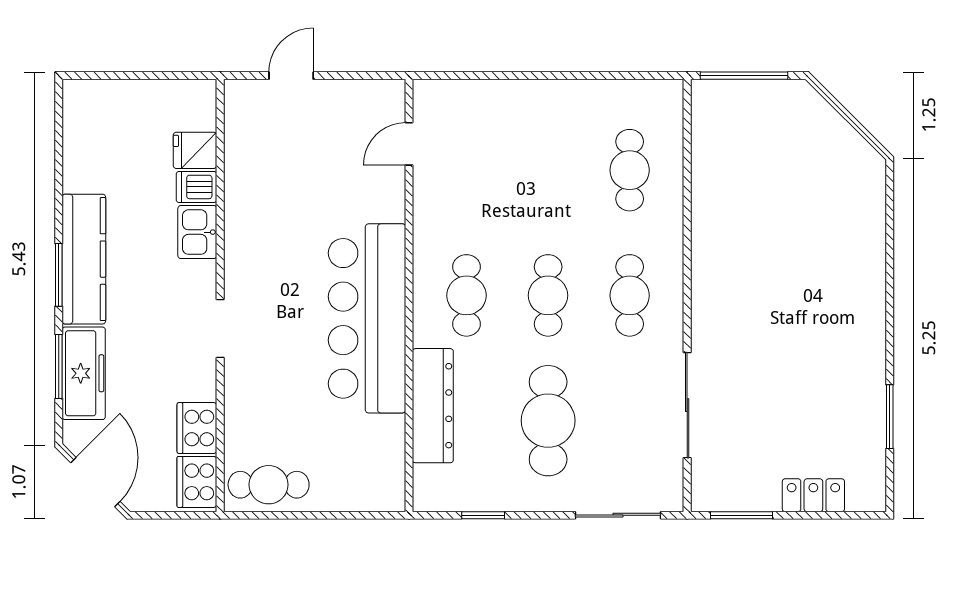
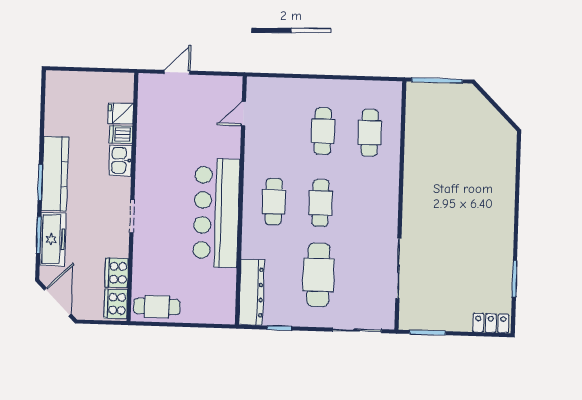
cafe table: (630, 295) -> (323, 131), moved
dresser: (433, 406) -> (252, 292), moved
locker: (813, 495) -> (491, 323), moved

